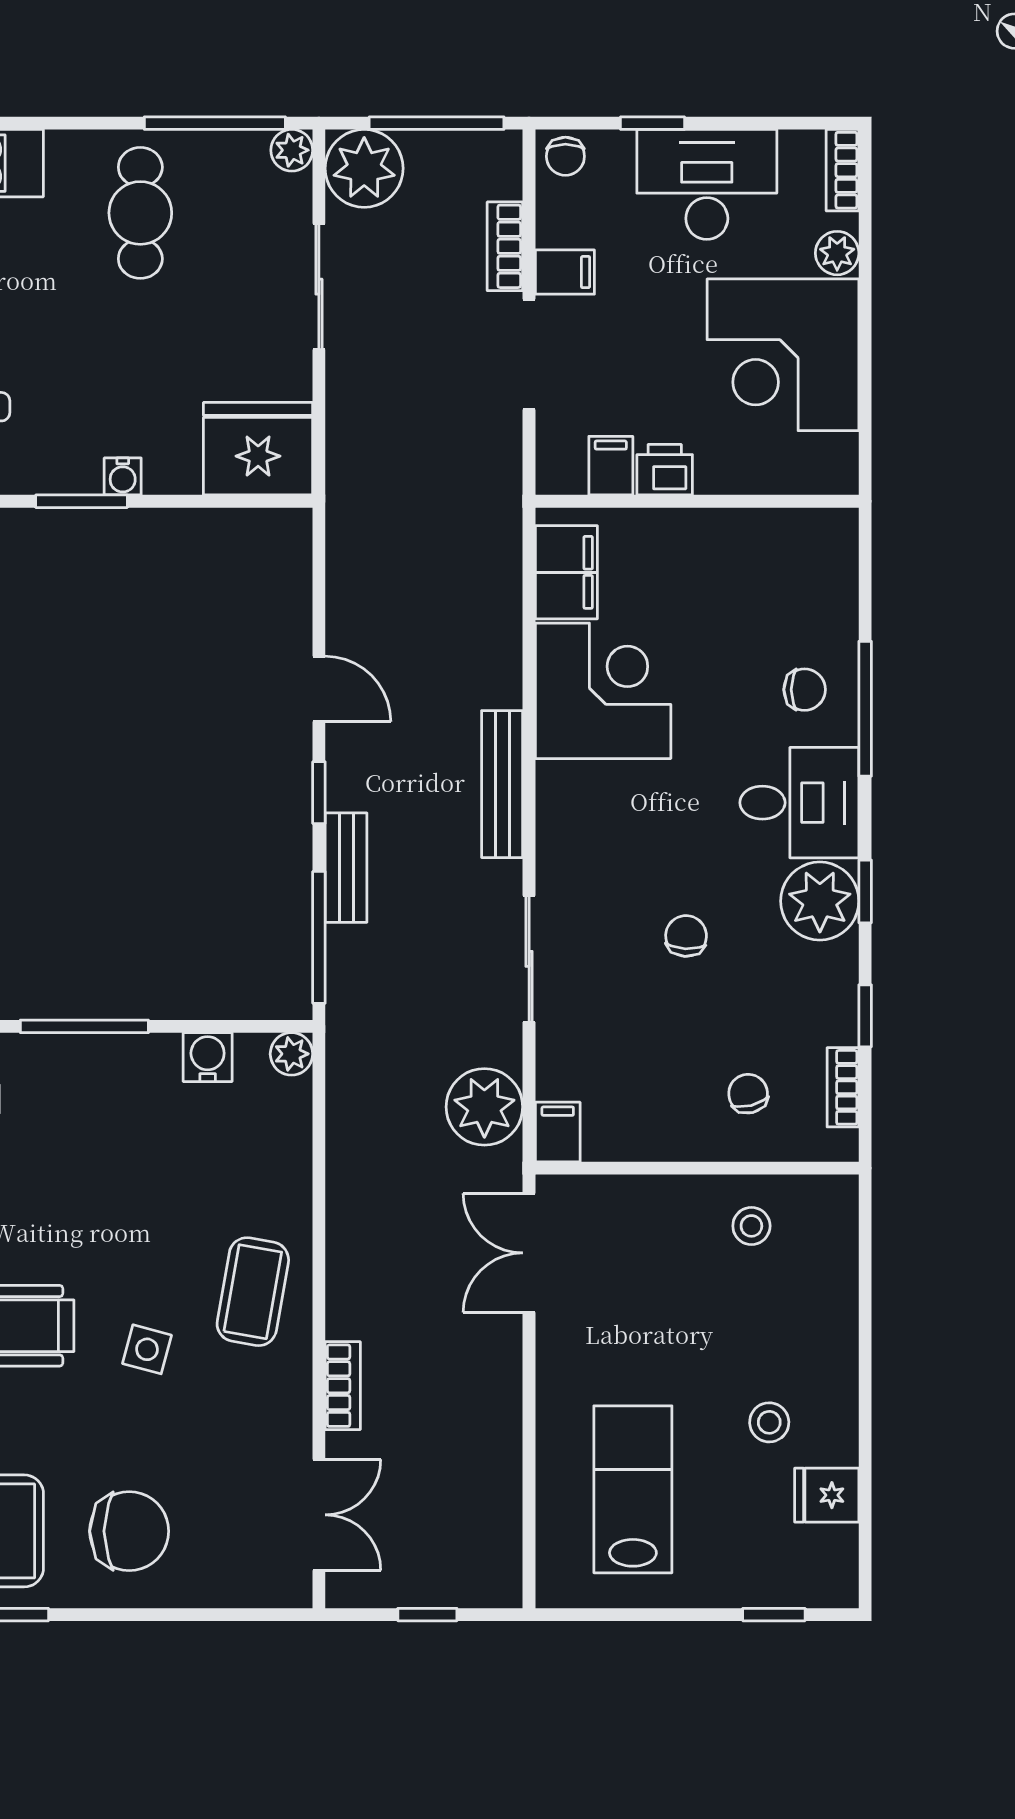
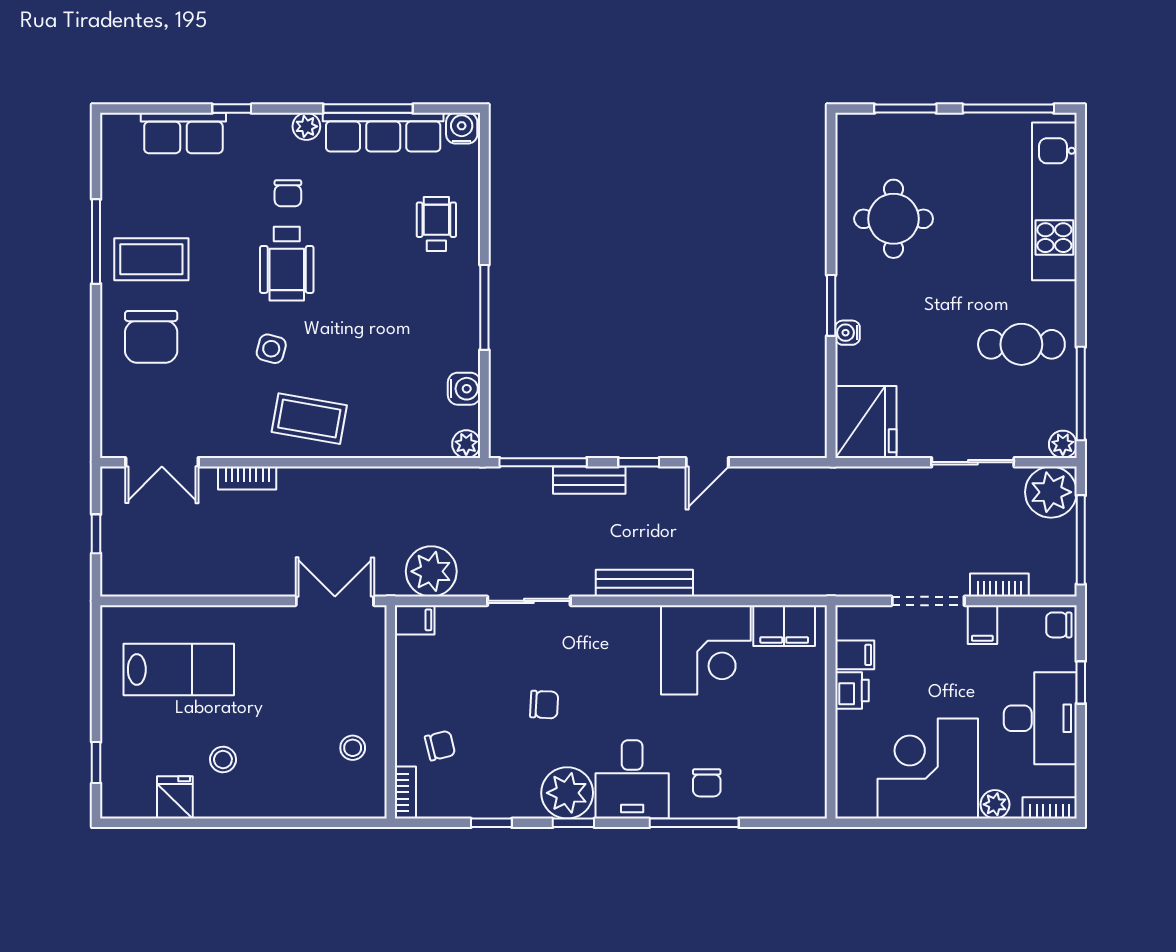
bookcase: (843, 1087) -> (405, 792), moved, turned 90

